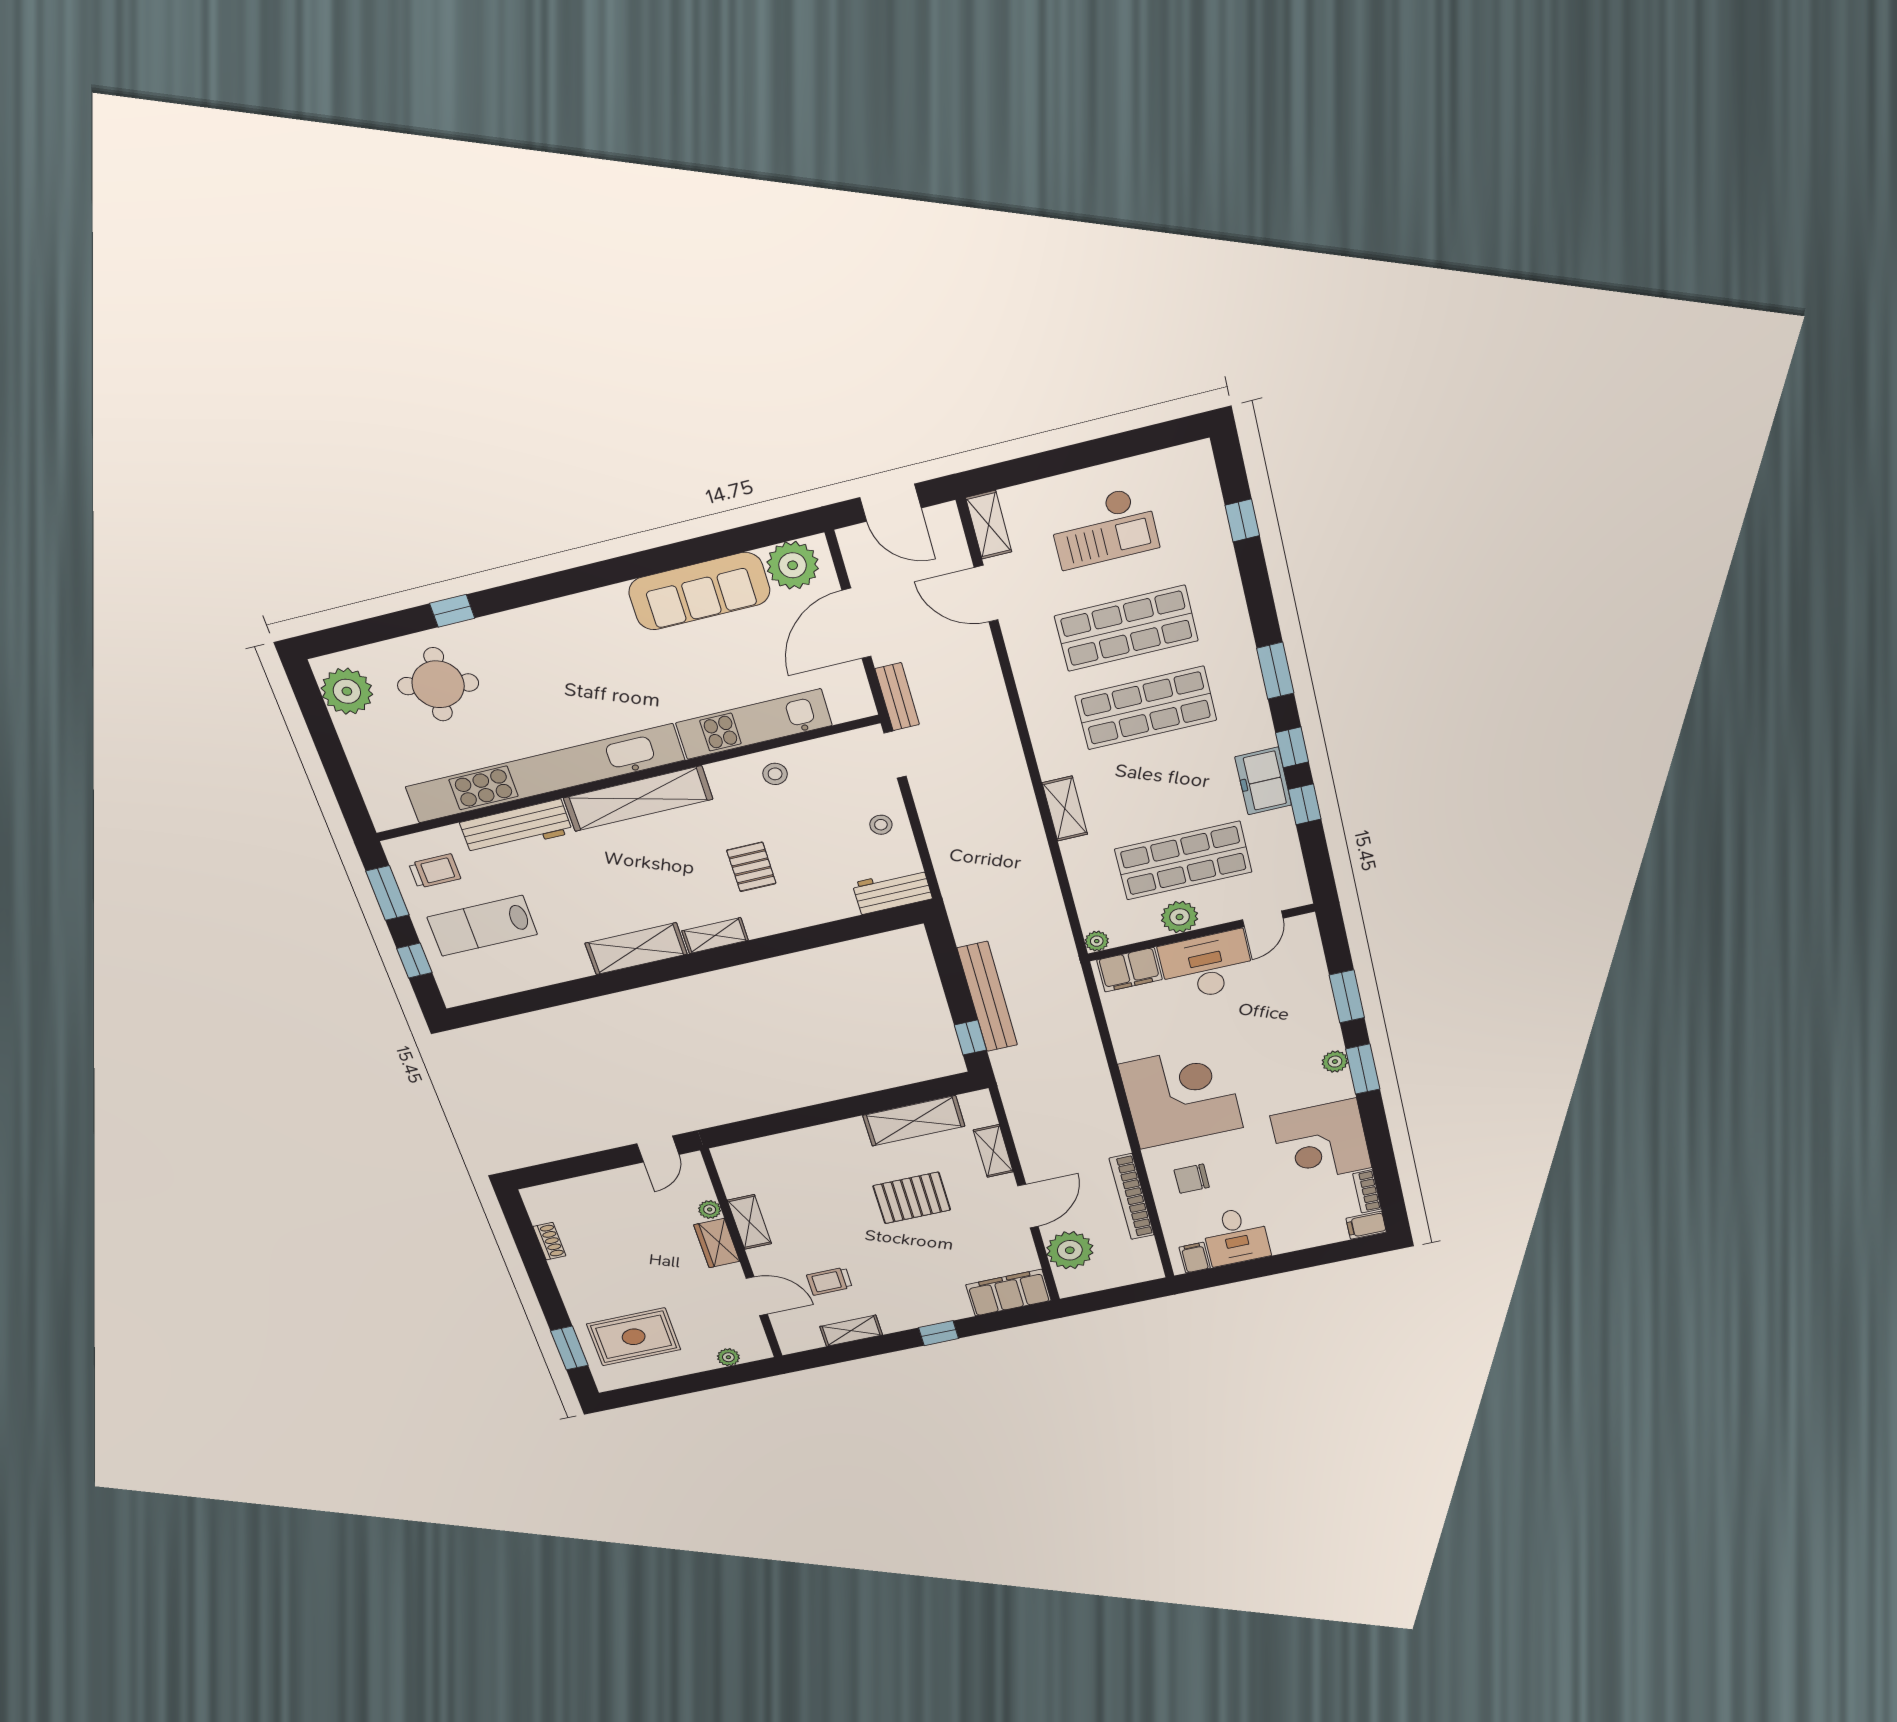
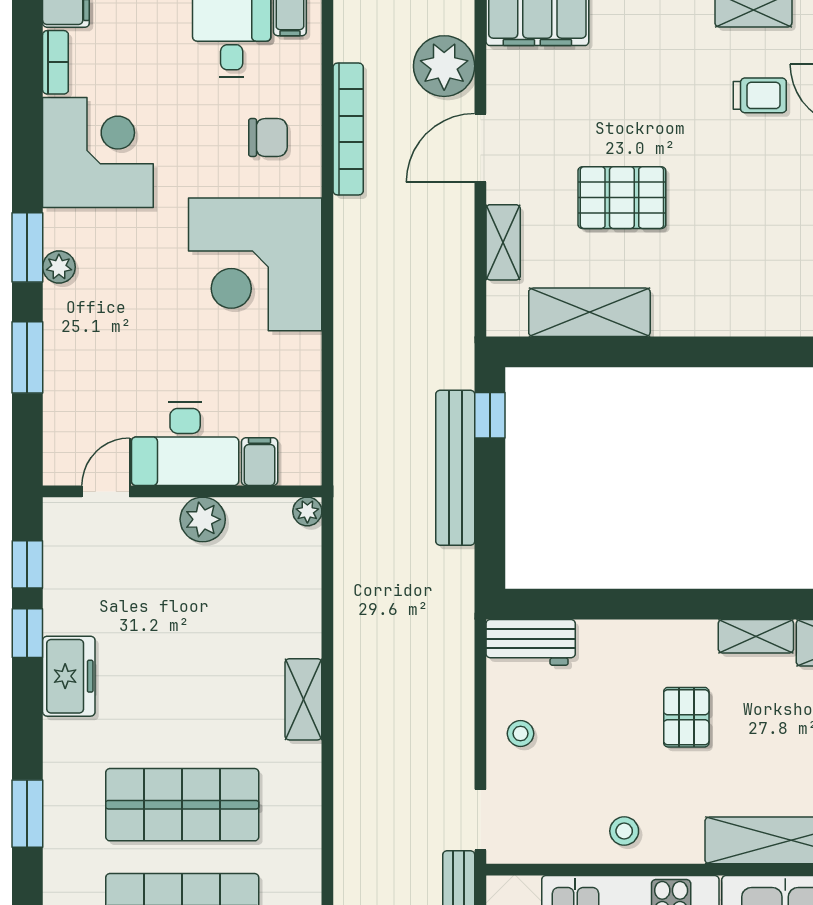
window: (1292, 747) -> (27, 564), moved
shop shelf: (1183, 861) -> (182, 595), removed
filing cabinet: (1129, 970) -> (260, 462), width x0.50

